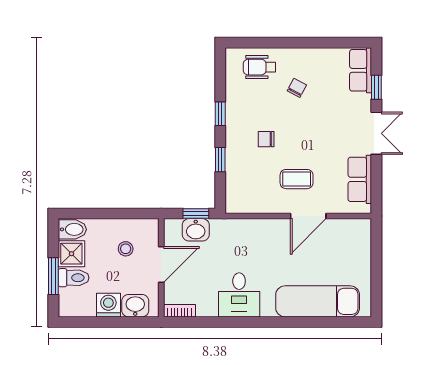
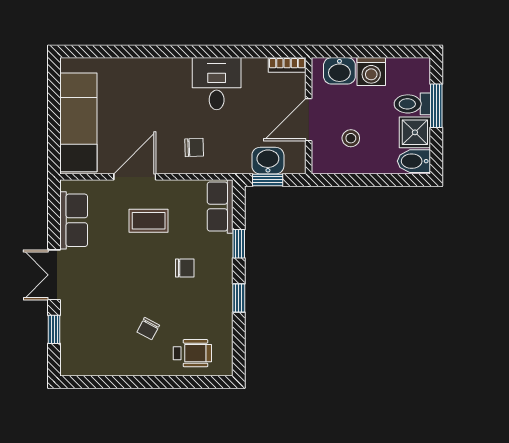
row of seats: (361, 70) -> (220, 207), moved, turned 180
chair: (258, 241) -> (194, 147), added
exam couch: (318, 301) -> (78, 122), moved, turned -90

